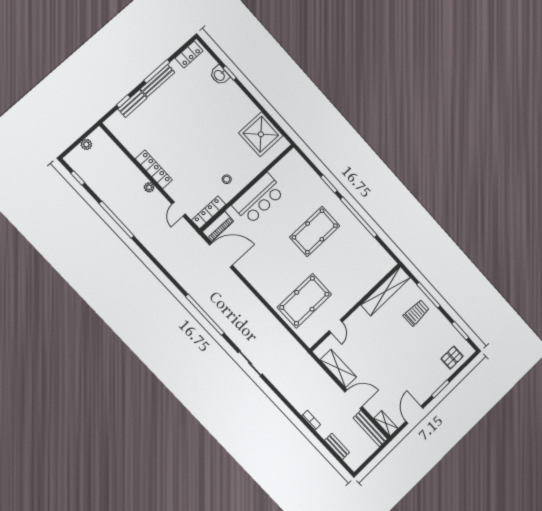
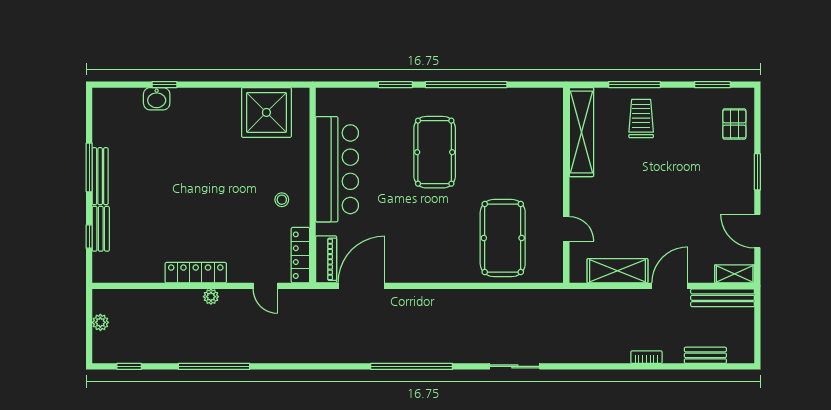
locker: (189, 55) -> (102, 113), removed
bar counter: (258, 199) -> (337, 169), width x1.36

